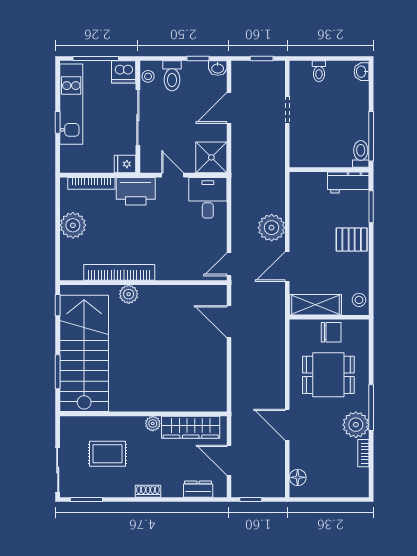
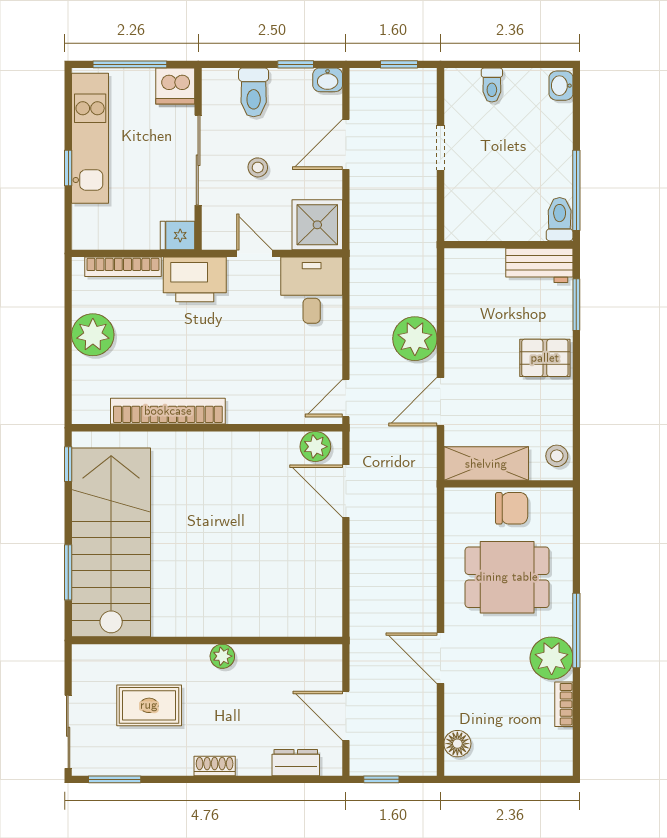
stool: (148, 76) -> (258, 167), moved
plant: (129, 294) -> (315, 447), moved
wardrobe: (191, 427) -> (284, 662), removed

